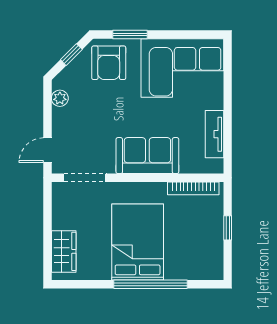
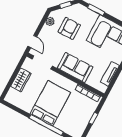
armchair: (109, 63) -> (69, 28), moved, turned 180
door: (47, 150) -> (32, 41), swing flipped
wardrobe: (64, 251) -> (21, 80), moved

